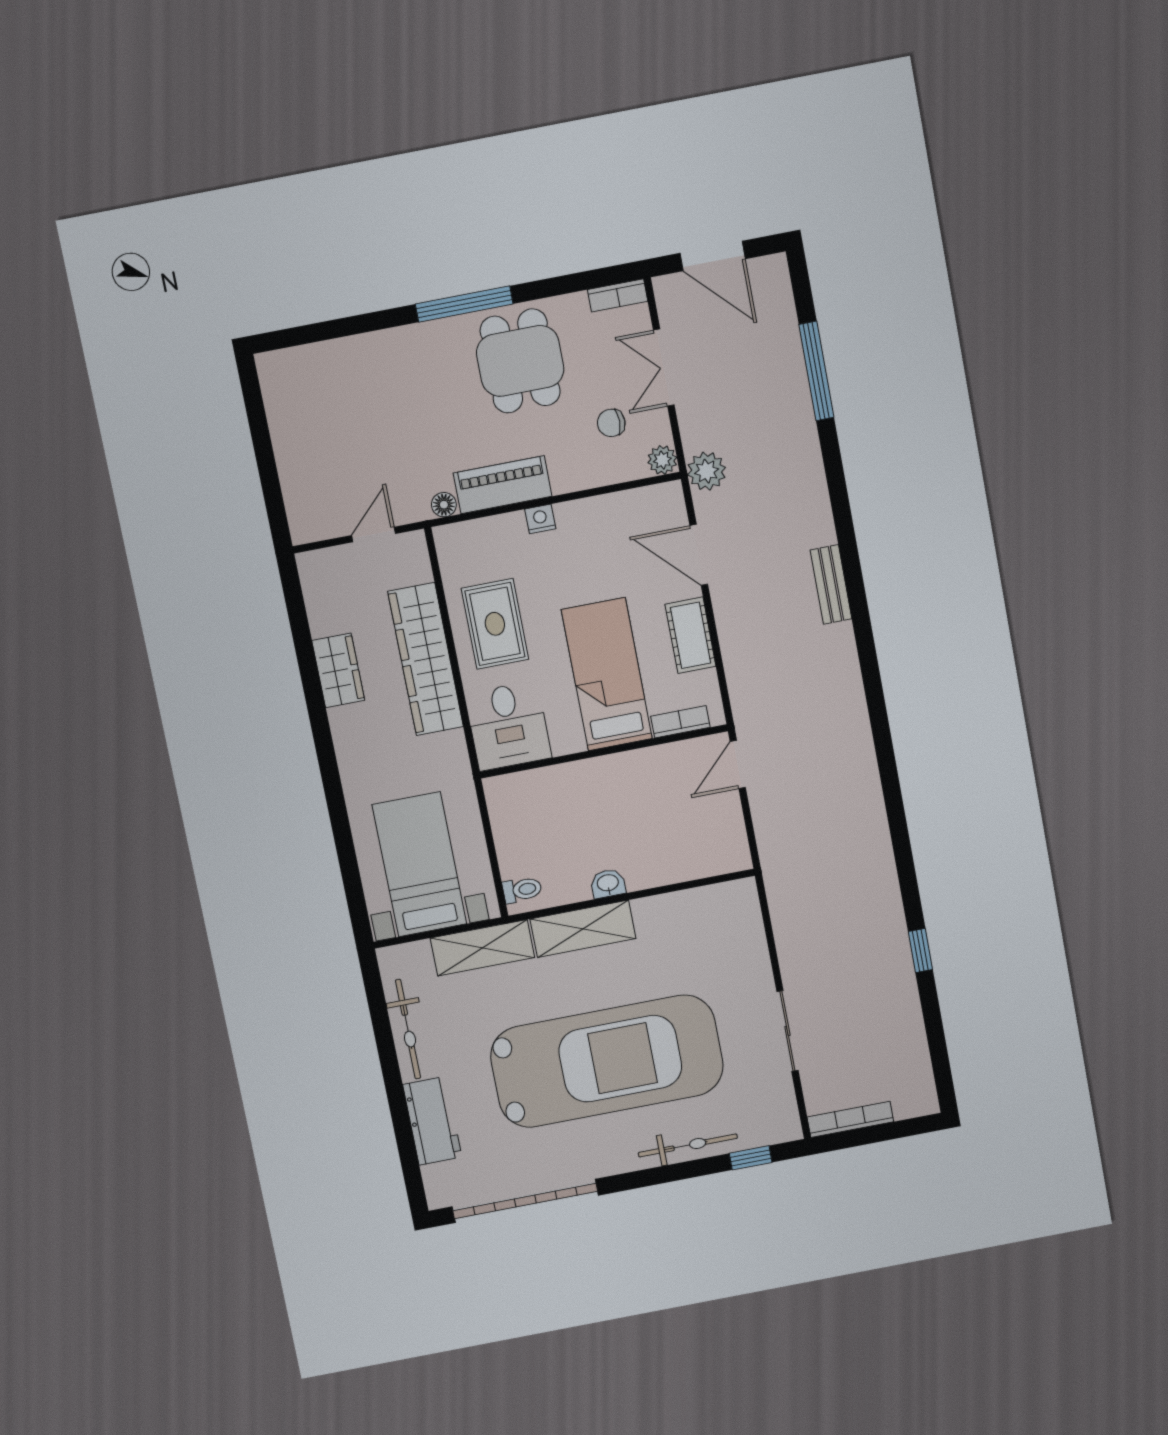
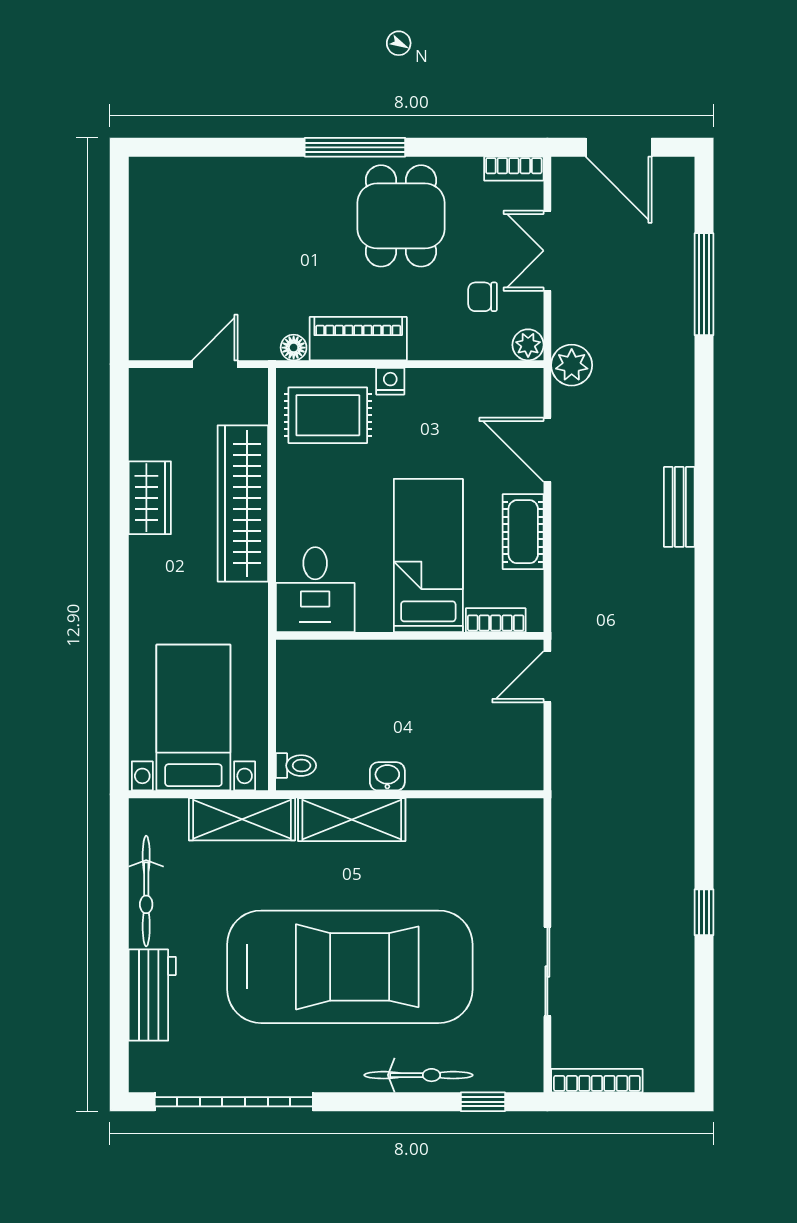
rug: (495, 624) -> (328, 415), moved, turned 90

